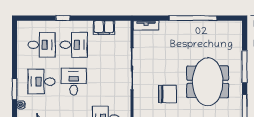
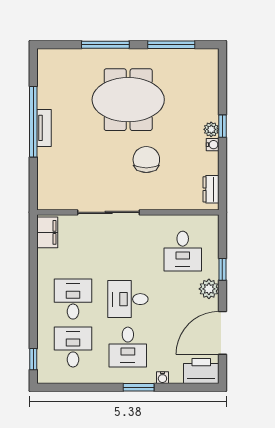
window: (63, 18) -> (33, 359), moved
tv unit: (146, 25) -> (44, 128), moved
filing cabinet: (104, 27) -> (47, 232), moved

